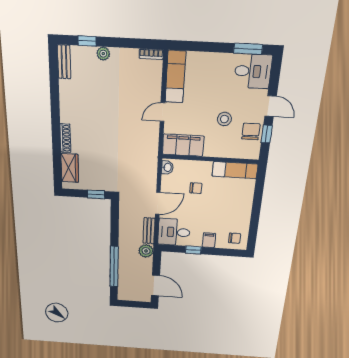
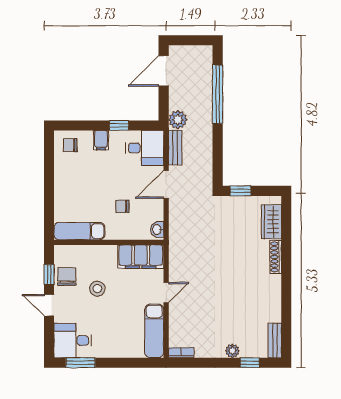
chair: (251, 131) -> (67, 277), turned 180
door: (155, 285) -> (164, 71), hinge flipped

